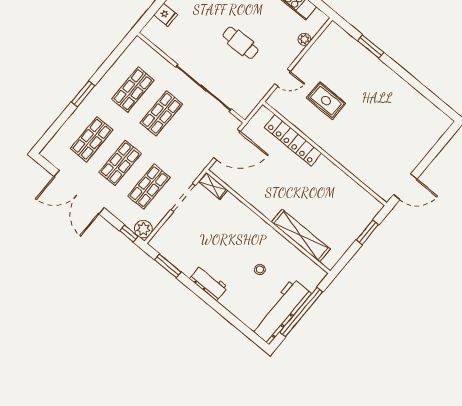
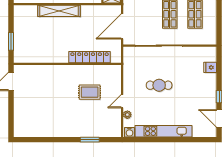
water cooler: (318, 17) -> (129, 132), added
door: (283, 78) -> (122, 101), moved
shelving: (301, 236) -> (59, 11), moved

